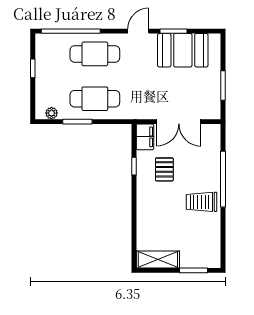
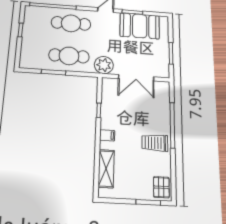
plant: (52, 113) -> (104, 65), moved, width x1.88, depth x1.88
filing cabinet: (145, 137) -> (107, 135), moved, width x0.50
pallet: (164, 169) -> (161, 187), moved
shelving: (158, 259) -> (106, 169), moved, turned 90

